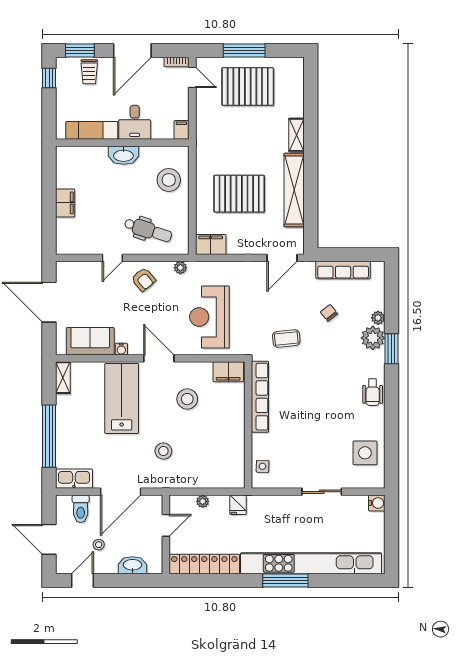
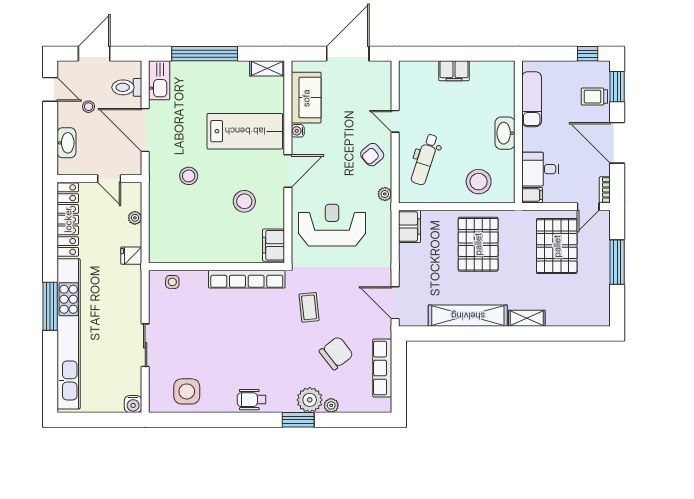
pallet: (248, 87) -> (557, 246), moved
desk: (135, 122) -> (540, 169), moved
pallet: (239, 194) -> (478, 244), moved
chair: (329, 313) -> (336, 353), width x1.87, depth x1.87

